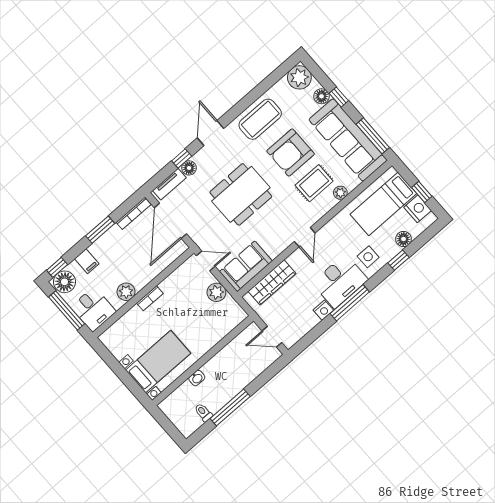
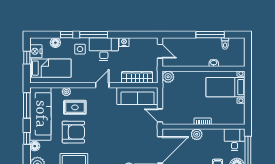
dining table: (241, 194) -> (115, 133), removed
sofa: (246, 266) -> (137, 96), width x1.36
plant: (126, 292) -> (197, 134), moved
plant: (216, 292) -> (168, 77), moved
window: (350, 303) -> (94, 35), moved

